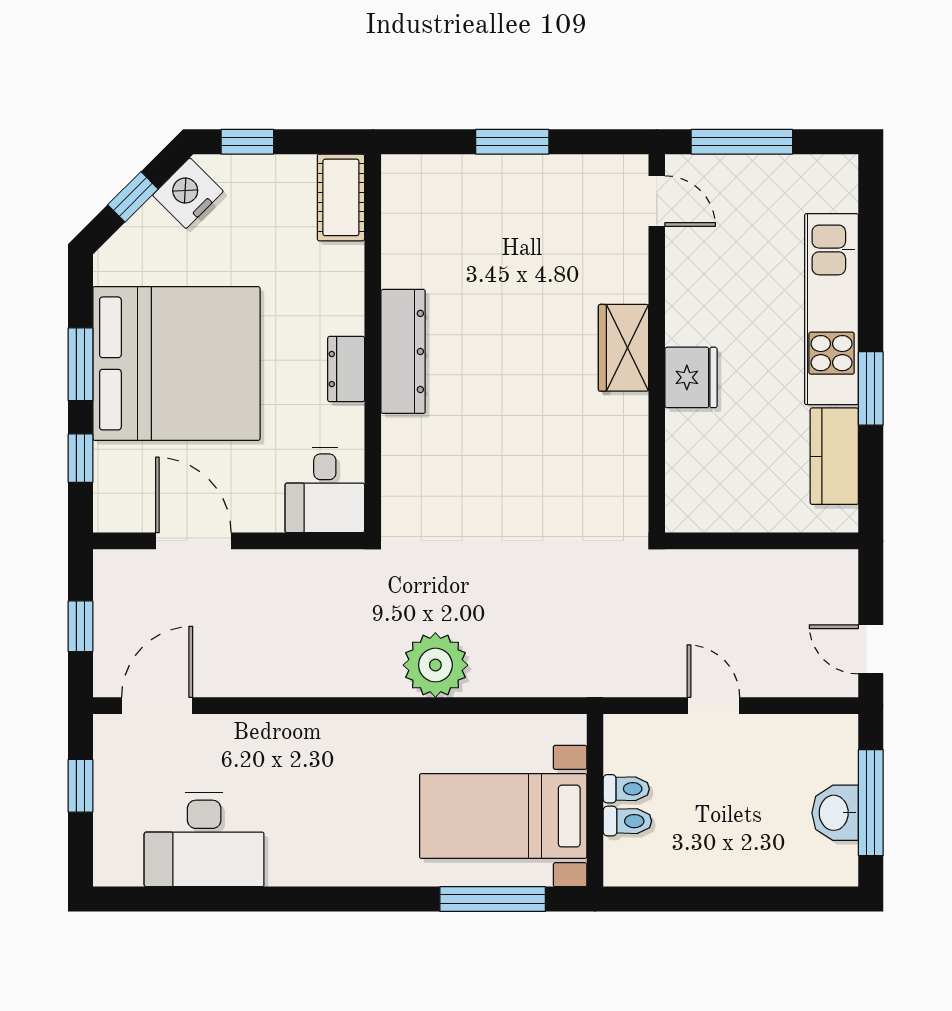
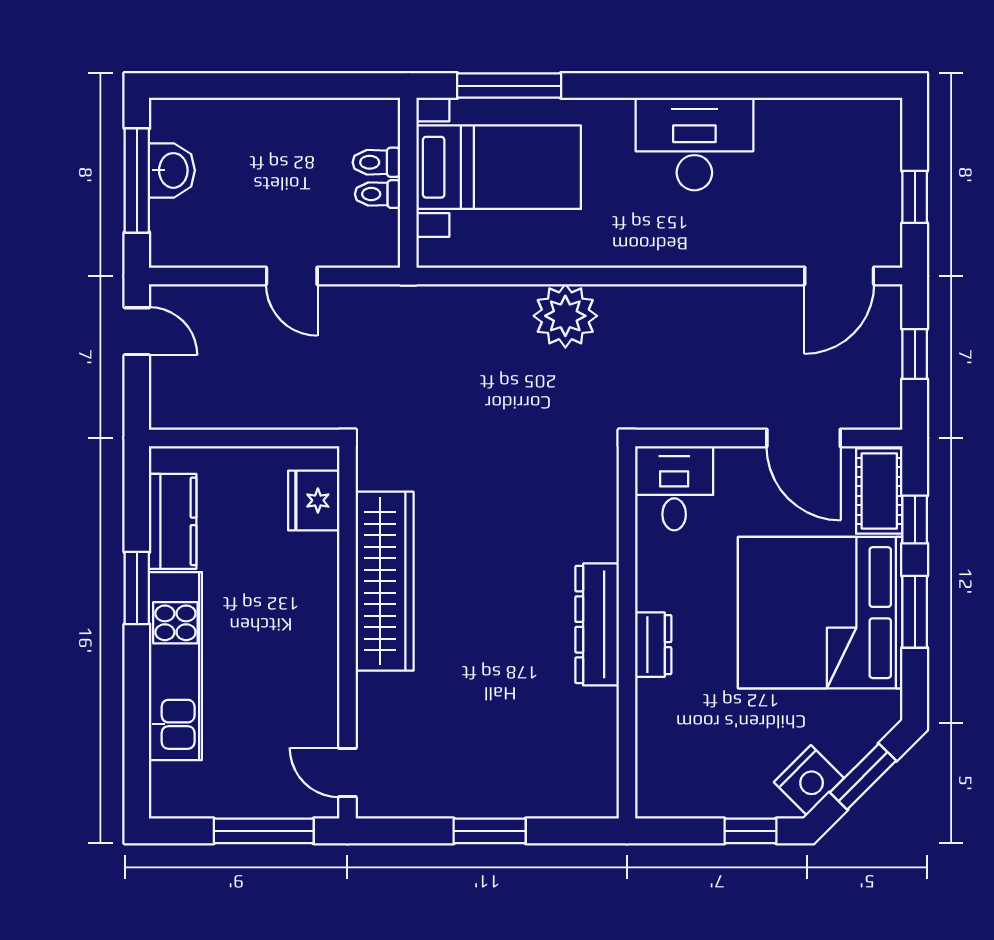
window: (133, 197) -> (863, 777), width x1.50
cot: (341, 197) -> (879, 491), moved
wardrobe: (623, 348) -> (385, 581), width x2.10, depth x1.17
dresser: (346, 369) -> (653, 645), moved
fridge: (691, 377) -> (314, 500), moved
desk: (204, 840) -> (694, 144), moved

